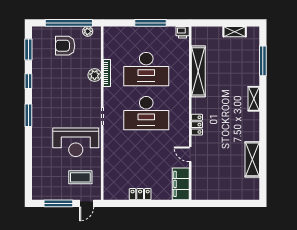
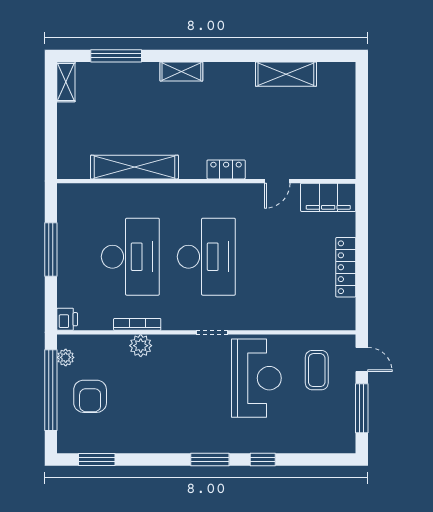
printer: (183, 32) -> (67, 319), moved
shelving: (235, 32) -> (66, 82), moved
window: (28, 81) -> (263, 460), moved
locker: (140, 194) -> (346, 267), width x1.53

